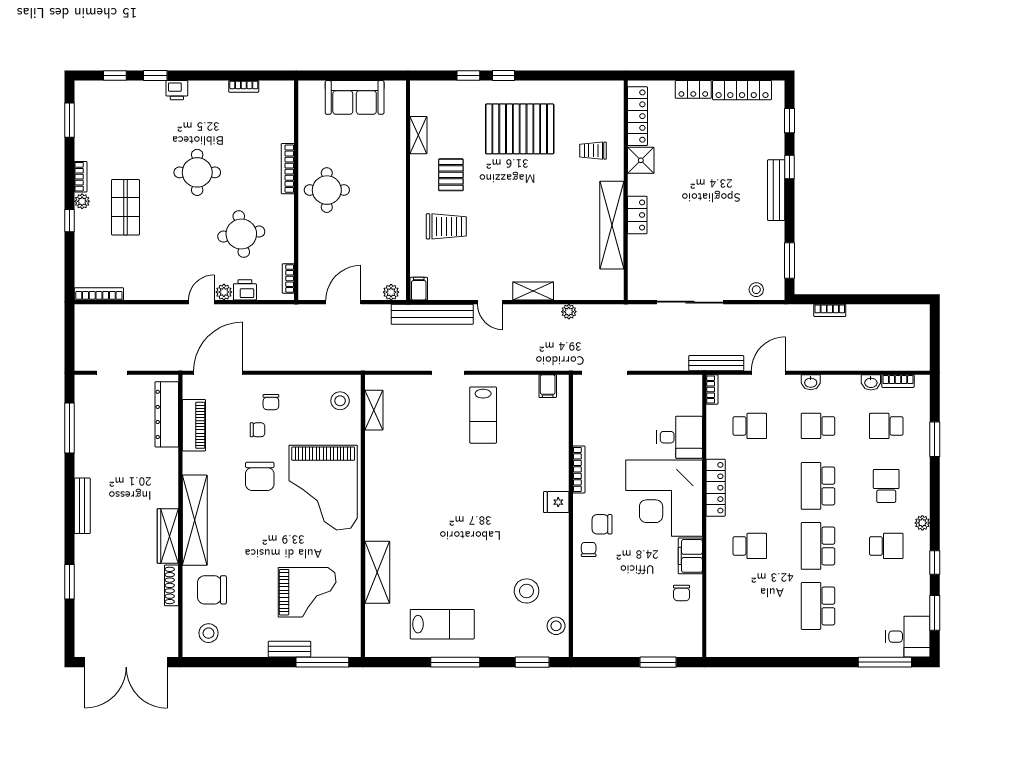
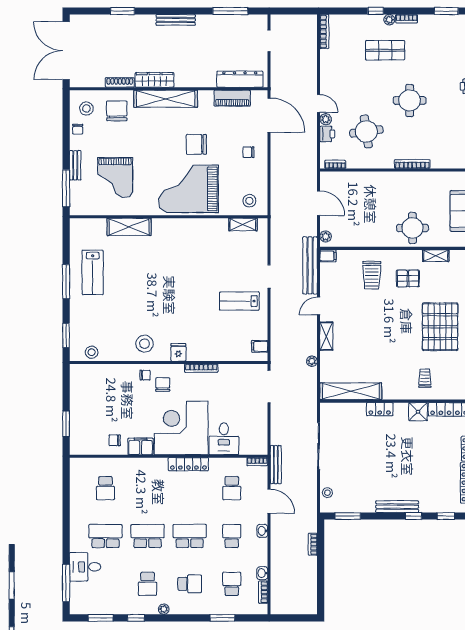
round table: (327, 190) -> (412, 228), moved
shelving: (612, 225) -> (351, 391), moved
chair: (257, 430) -> (78, 129), moved
school desk: (750, 546) -> (105, 488), moved
stool: (527, 591) -> (145, 344), moved
desk: (908, 637) -> (85, 567), moved, turned 90

